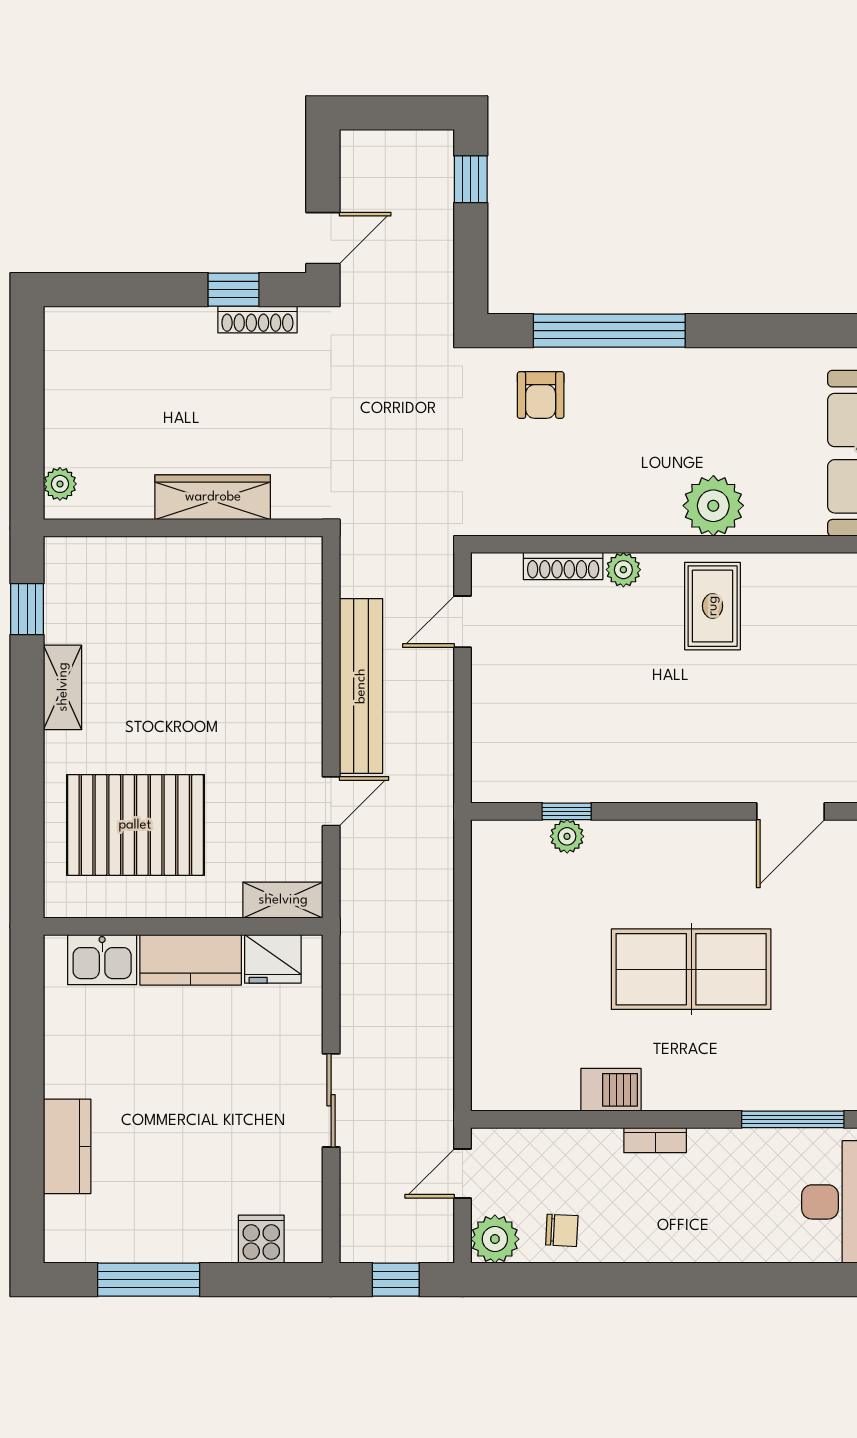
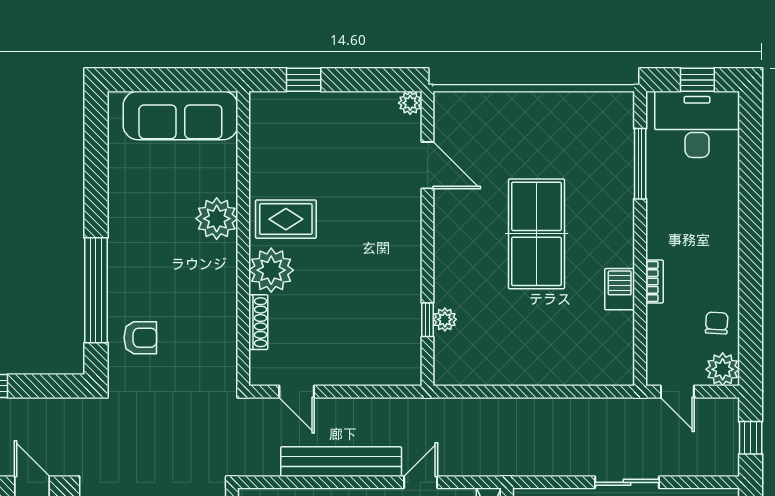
plant: (623, 570) -> (271, 270), width x1.87, depth x1.87
door: (331, 801) -> (421, 482), hinge flipped
bookcase: (655, 1140) -> (654, 282), moved

